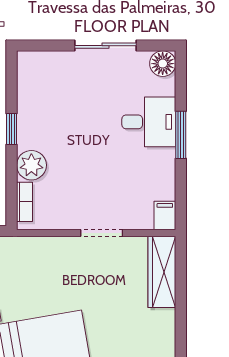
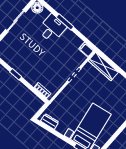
plant: (31, 165) -> (33, 78), removed

